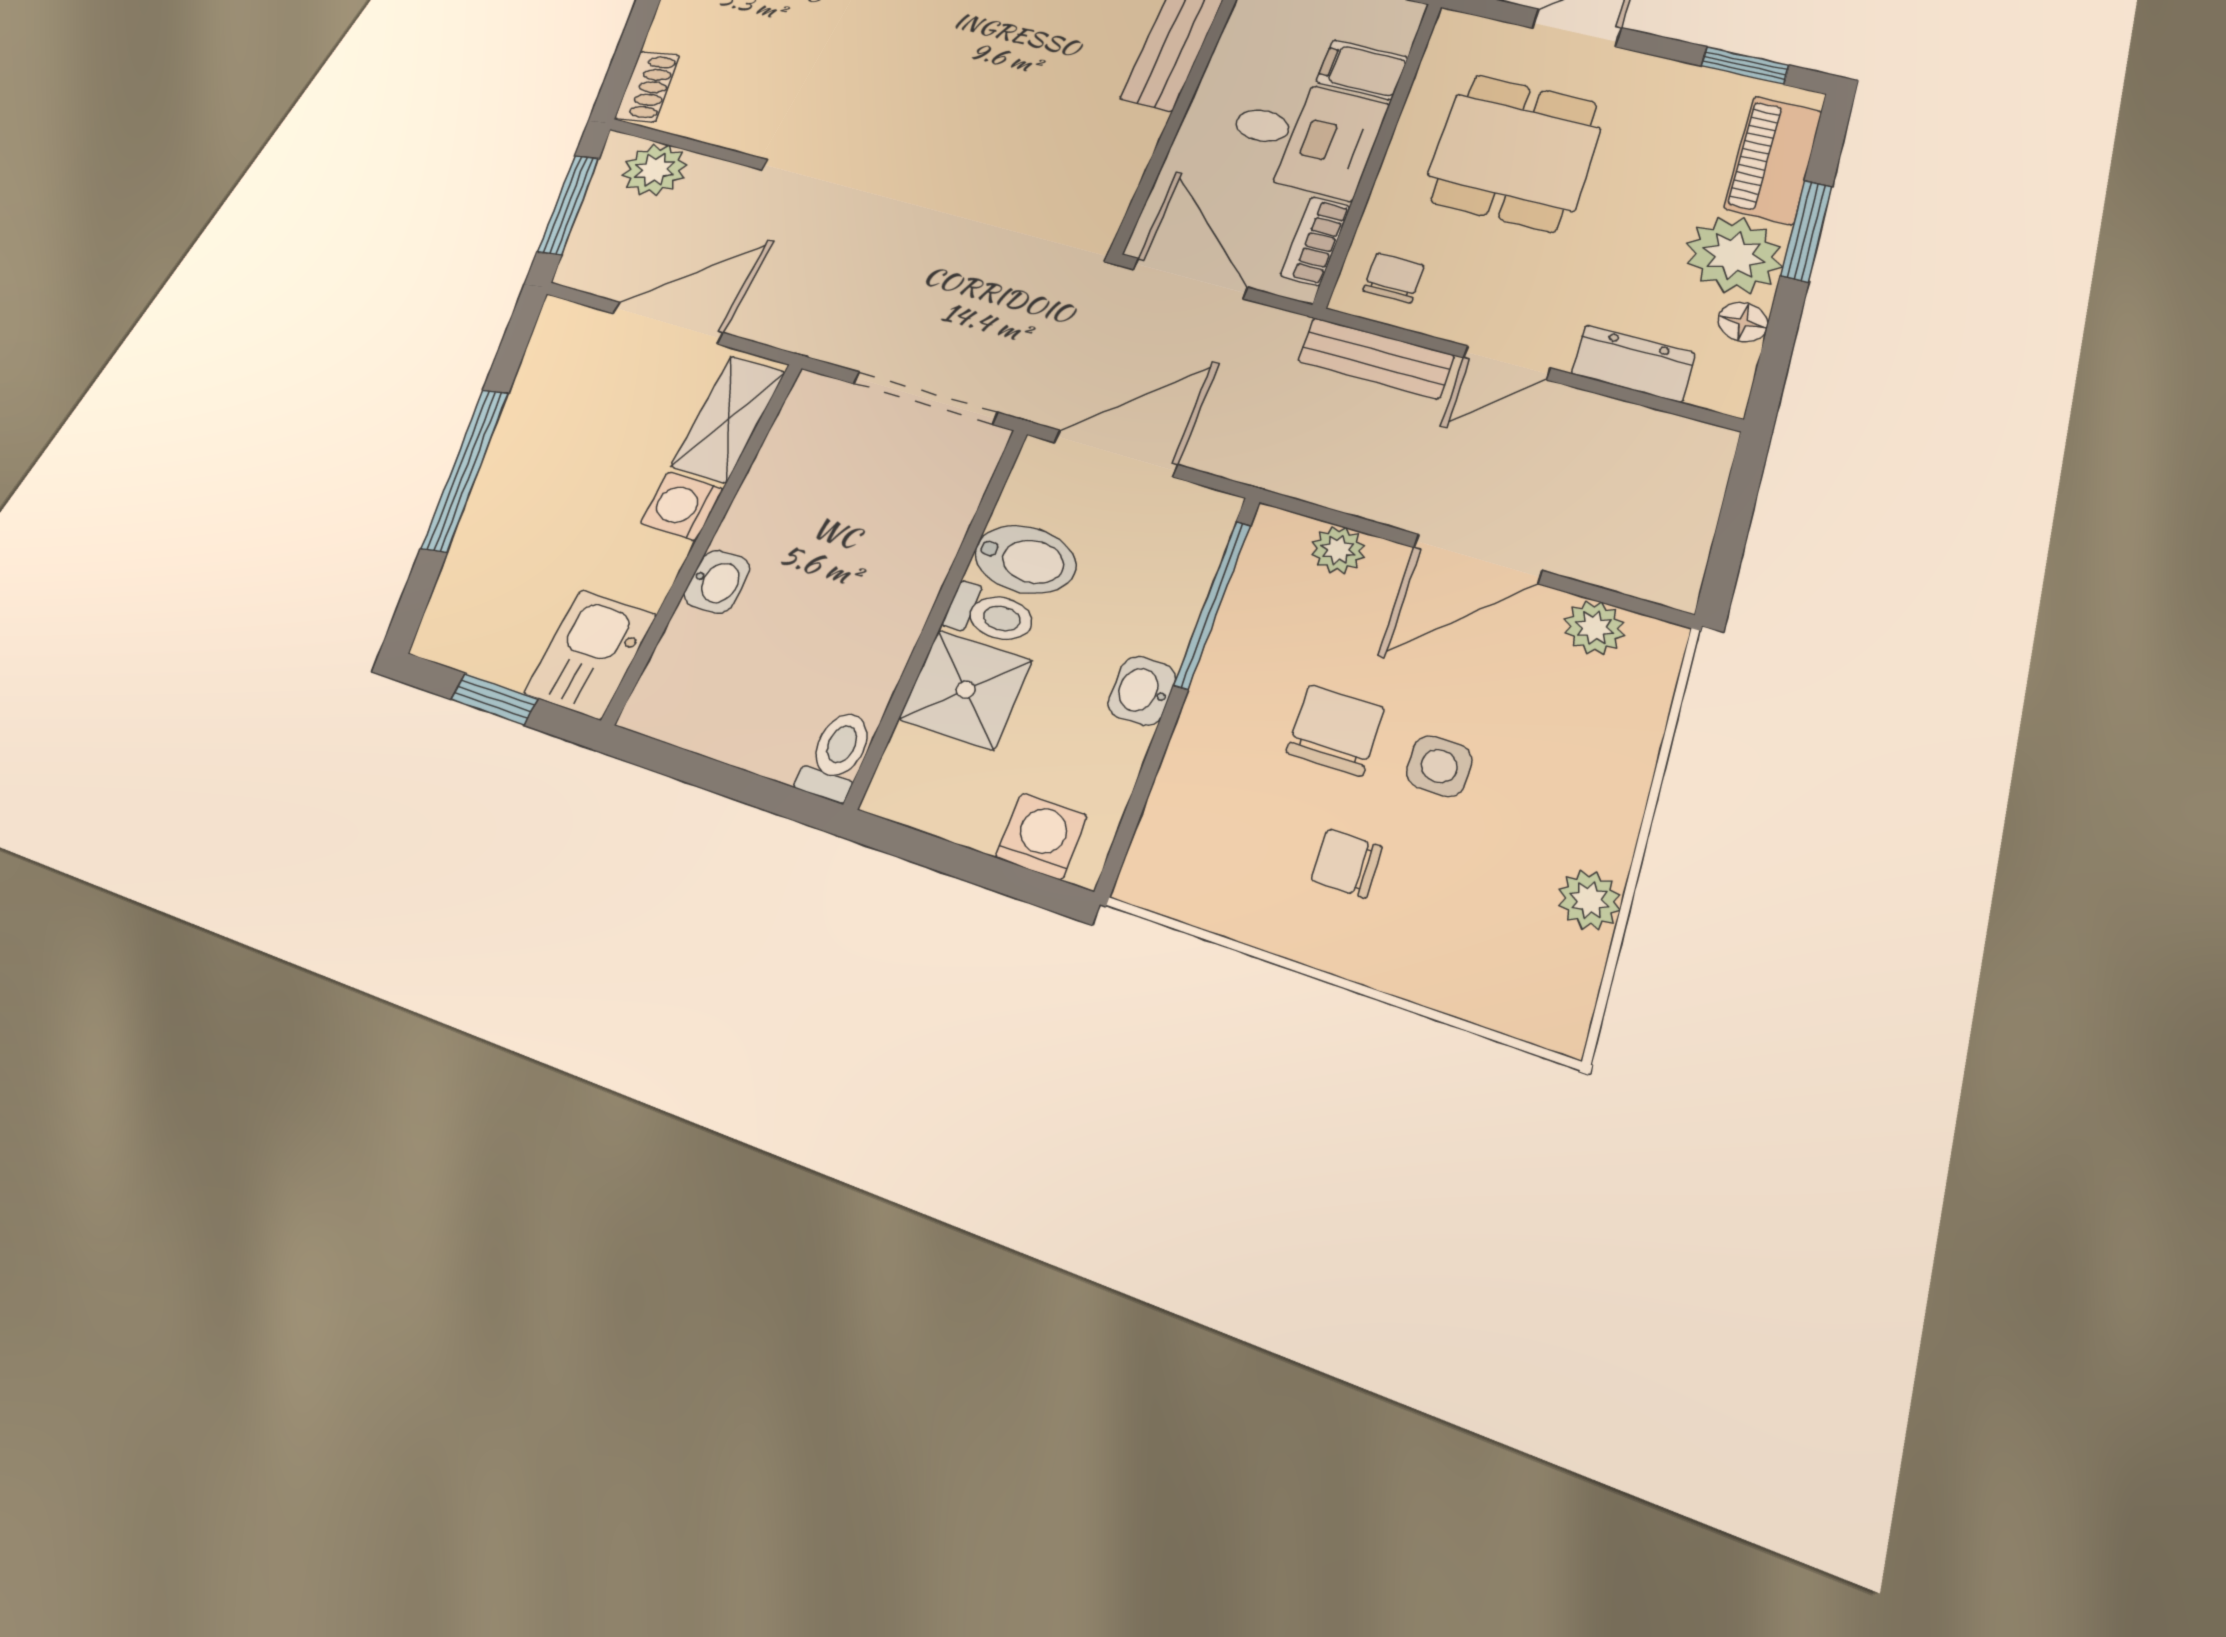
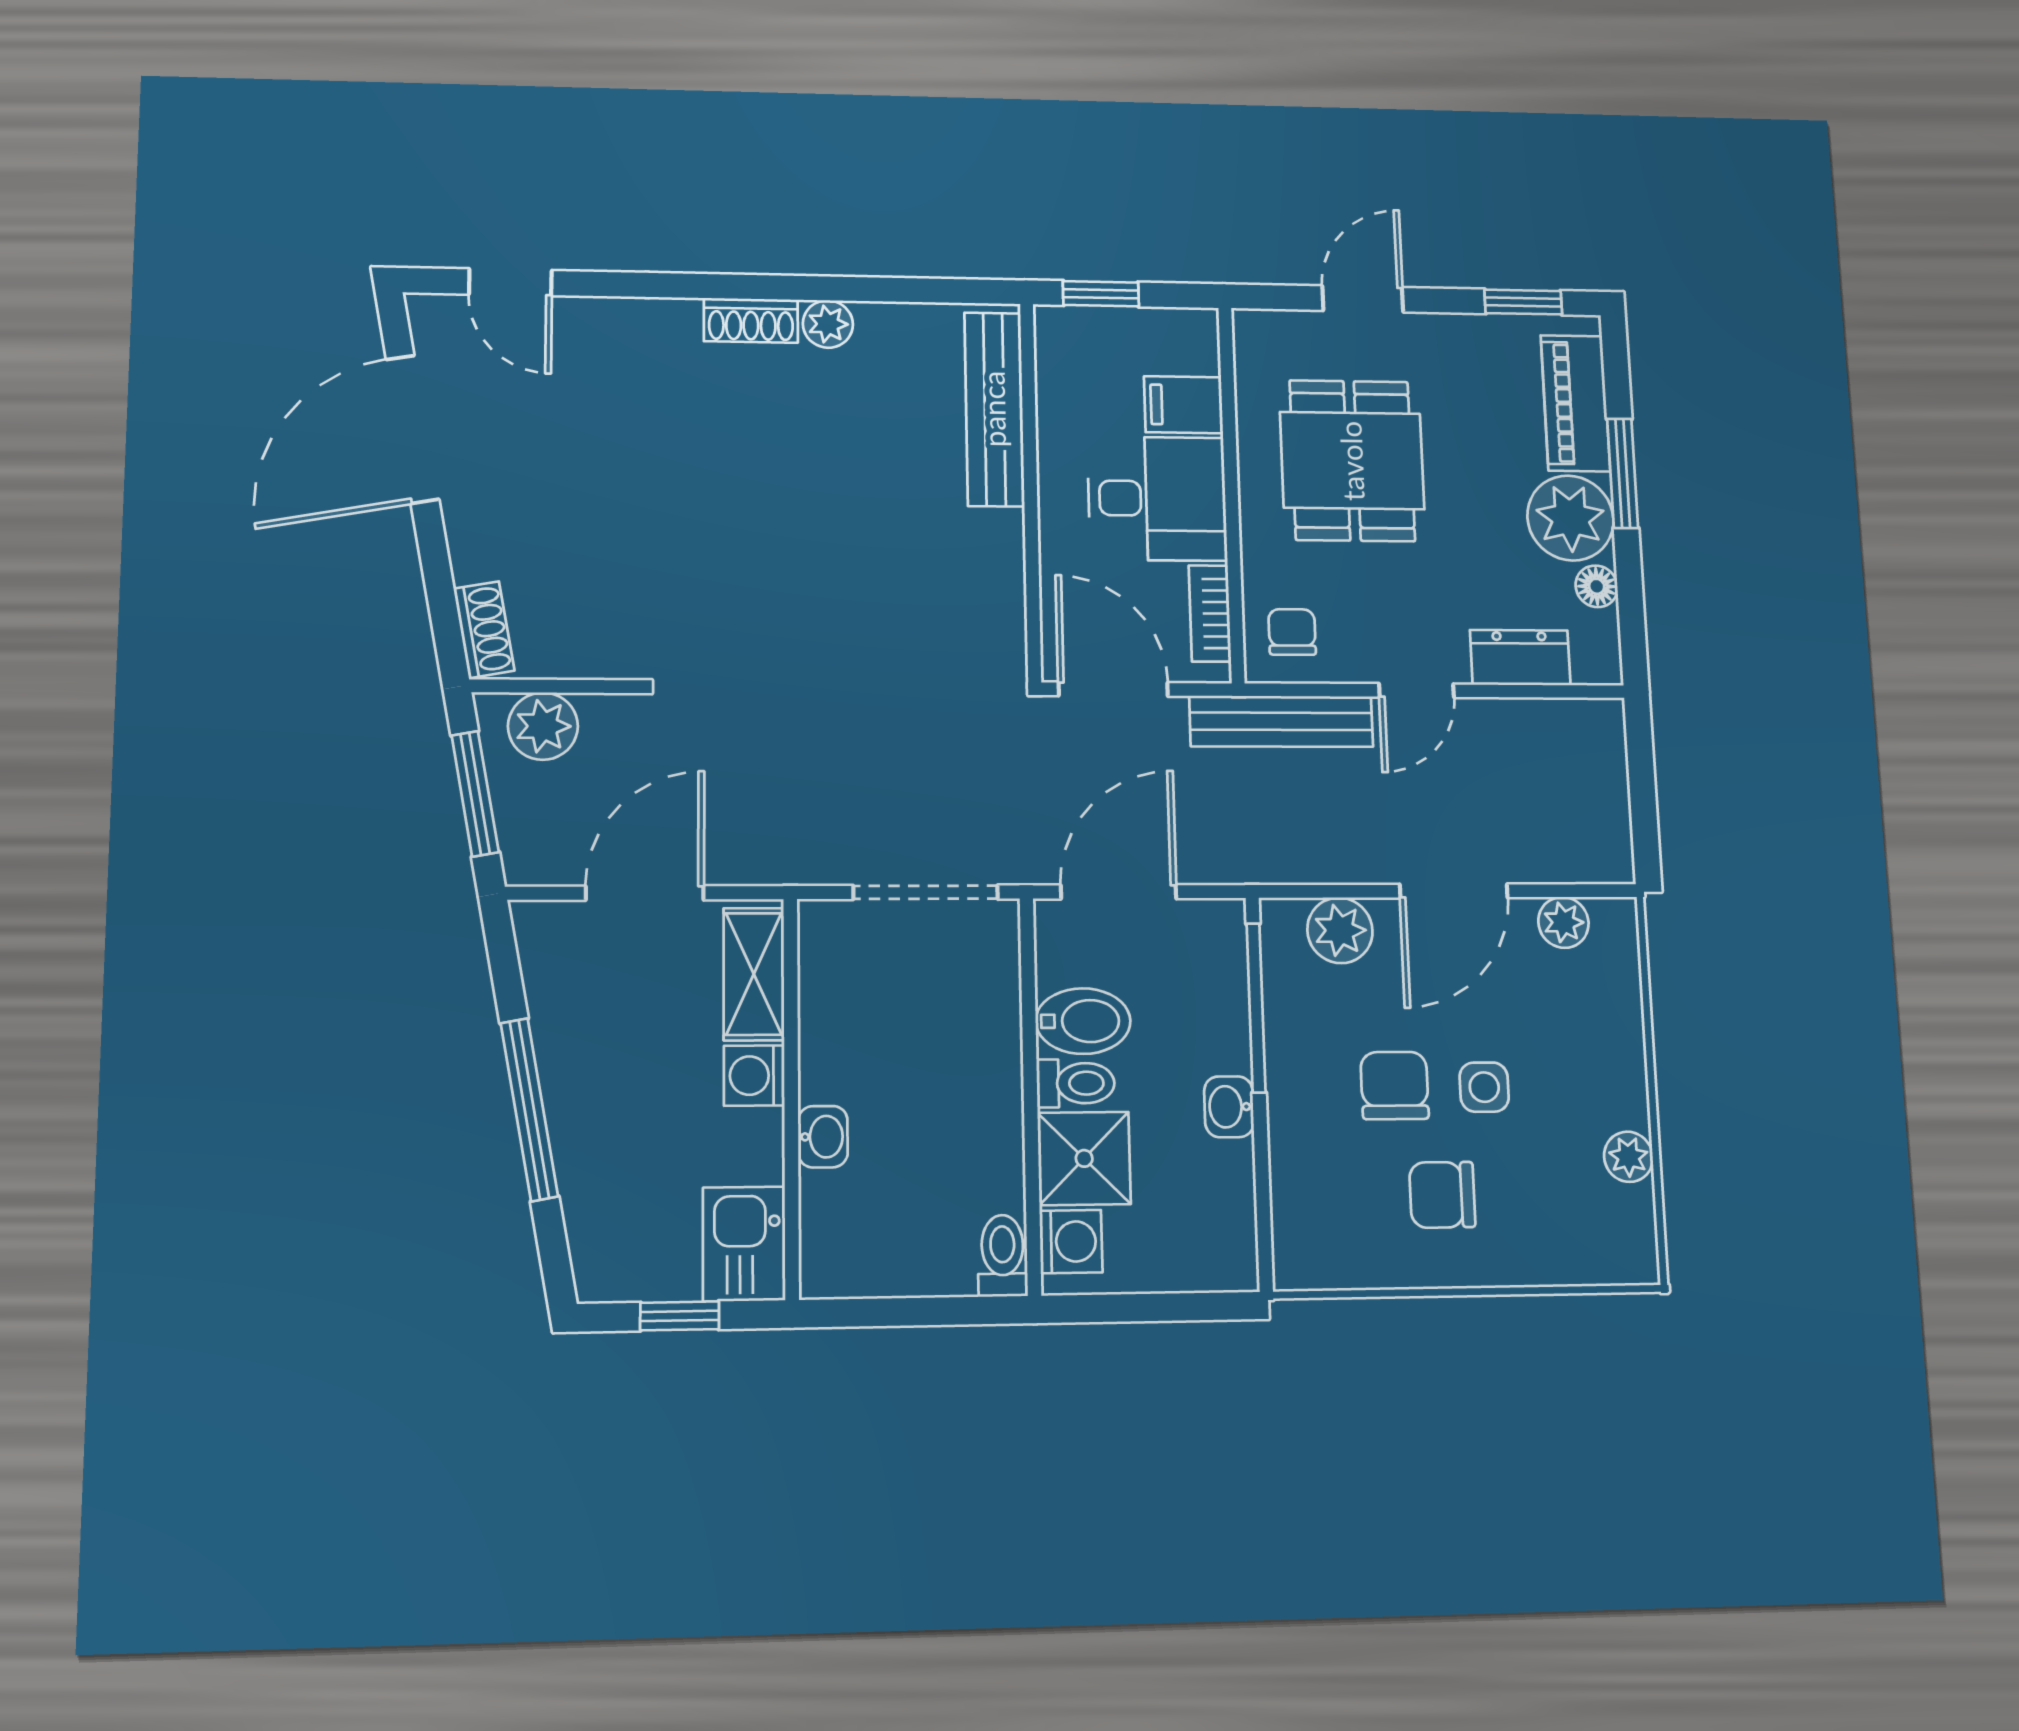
bench: (1376, 358) -> (1281, 721), width x1.36
plant: (1338, 550) -> (1340, 930), width x1.38, depth x1.38
washing machine: (1041, 836) -> (1071, 1242), moved, turned 90
chair: (1347, 863) -> (1442, 1195), width x1.37, depth x1.37

